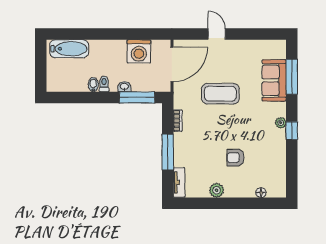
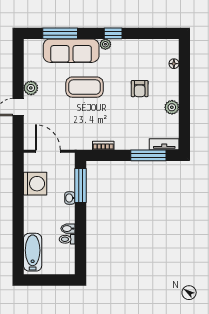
plant: (236, 47) -> (31, 88), added
door: (172, 64) -> (48, 151), width x0.73
sofa: (274, 80) -> (71, 51), width x1.36
toilet: (104, 84) -> (67, 239), moved
coffee table: (220, 94) -> (84, 87), moved, turned 90
window: (168, 152) -> (148, 155), moved

